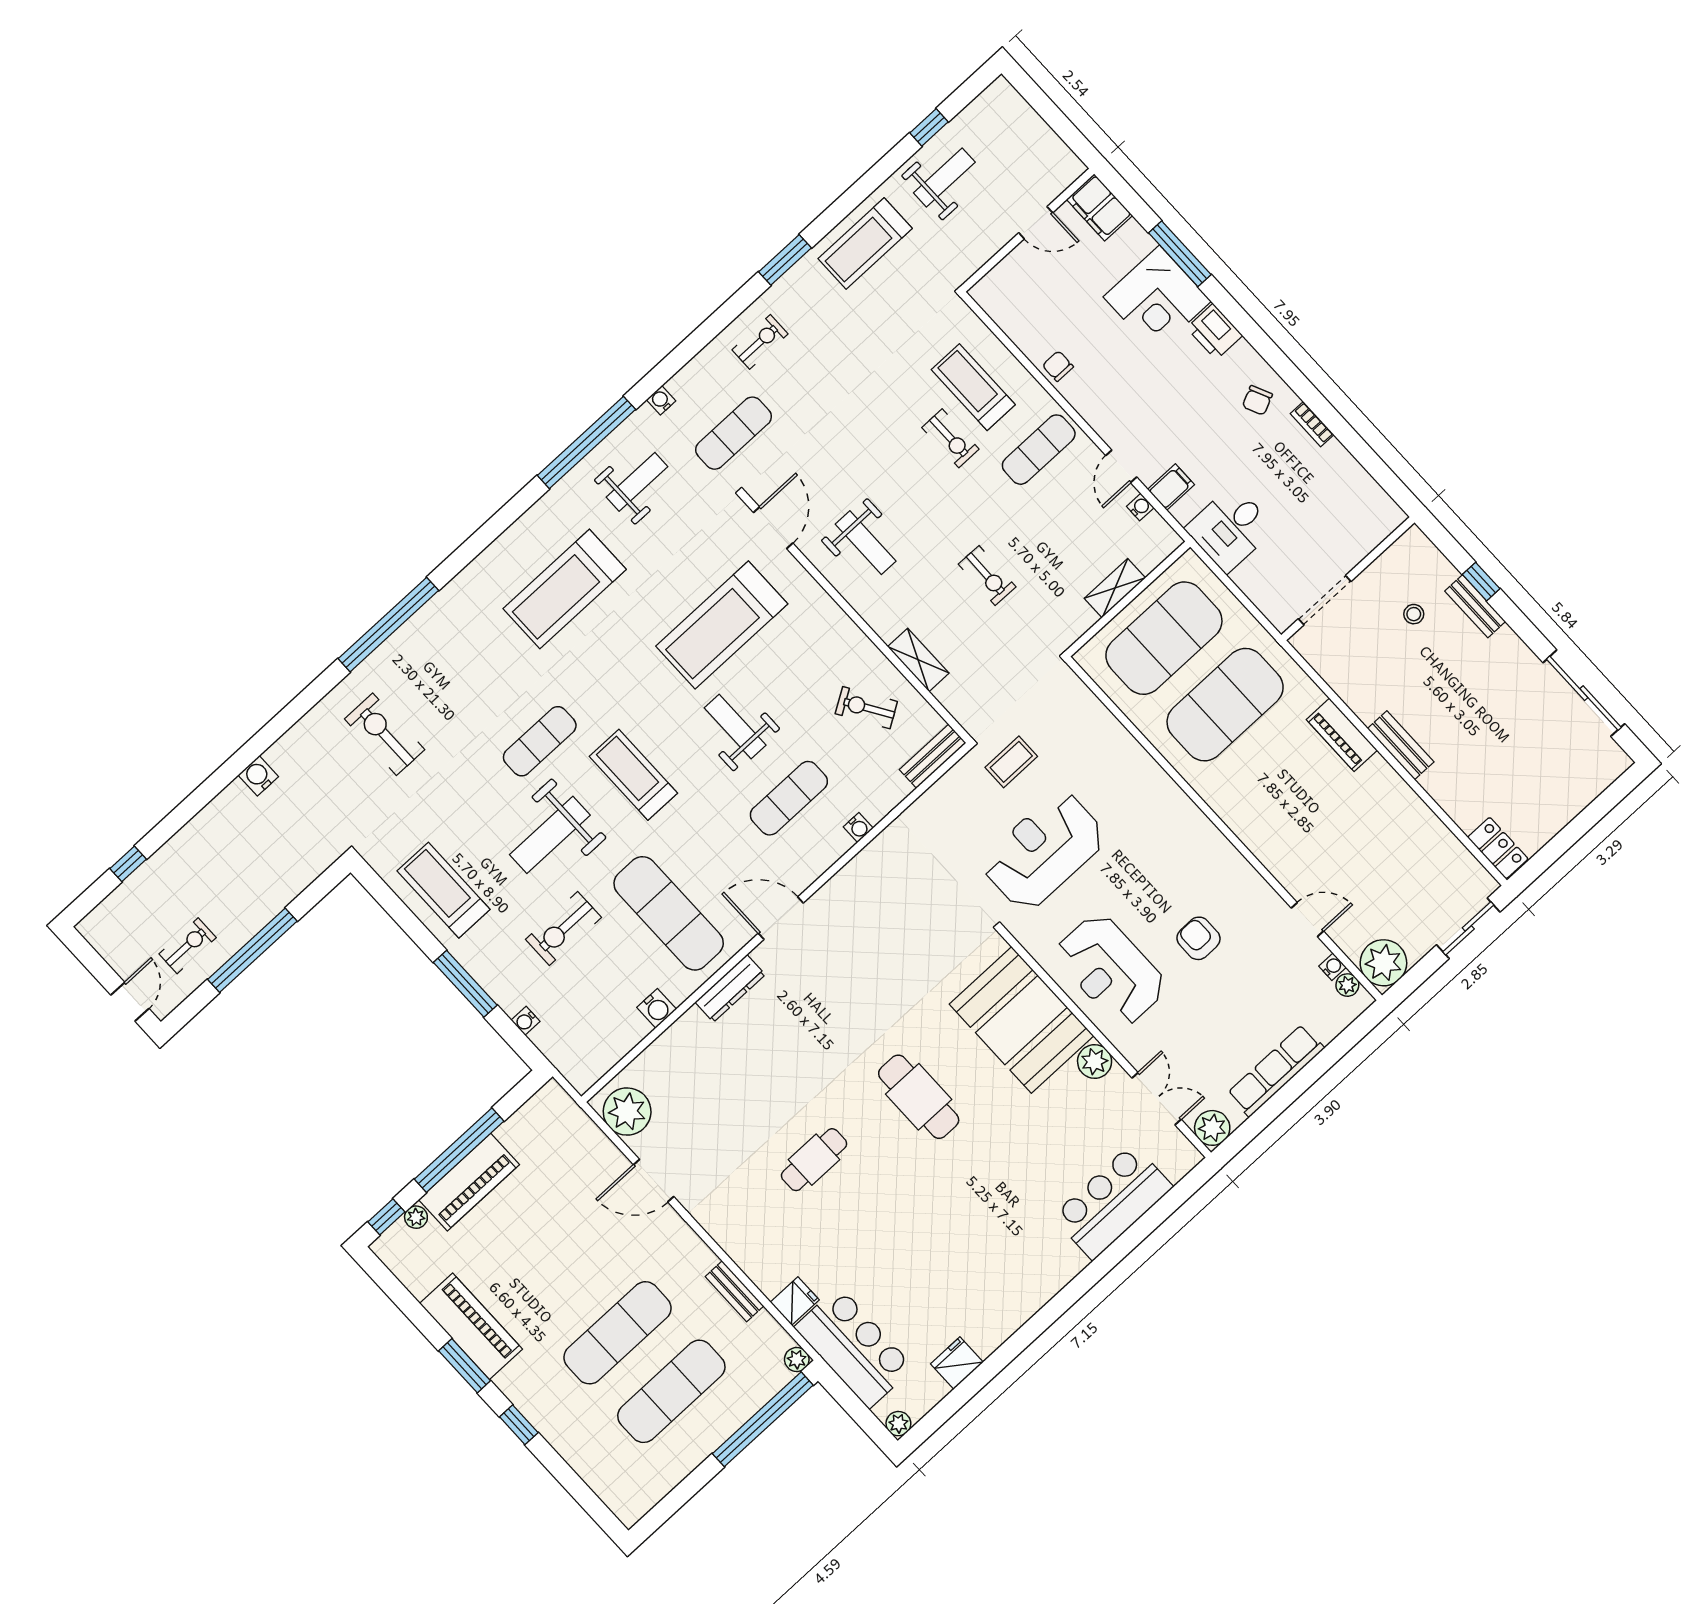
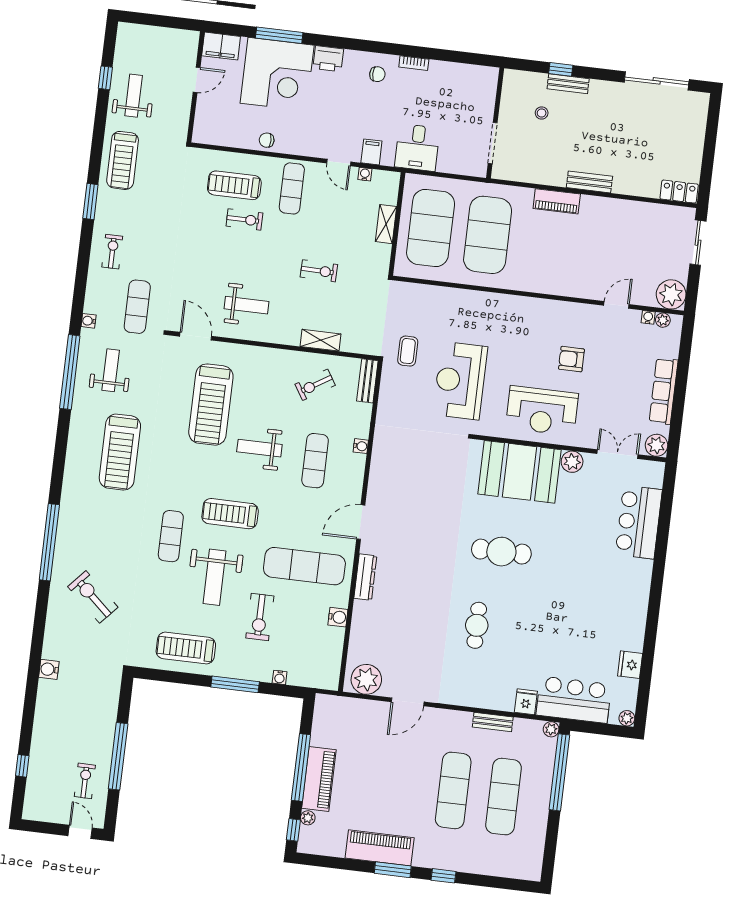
corner desk: (1157, 299) -> (277, 74), width x1.36, depth x1.36
chair: (1257, 400) -> (377, 74), turned -65
exercise bike: (385, 734) -> (93, 597), turned 42

